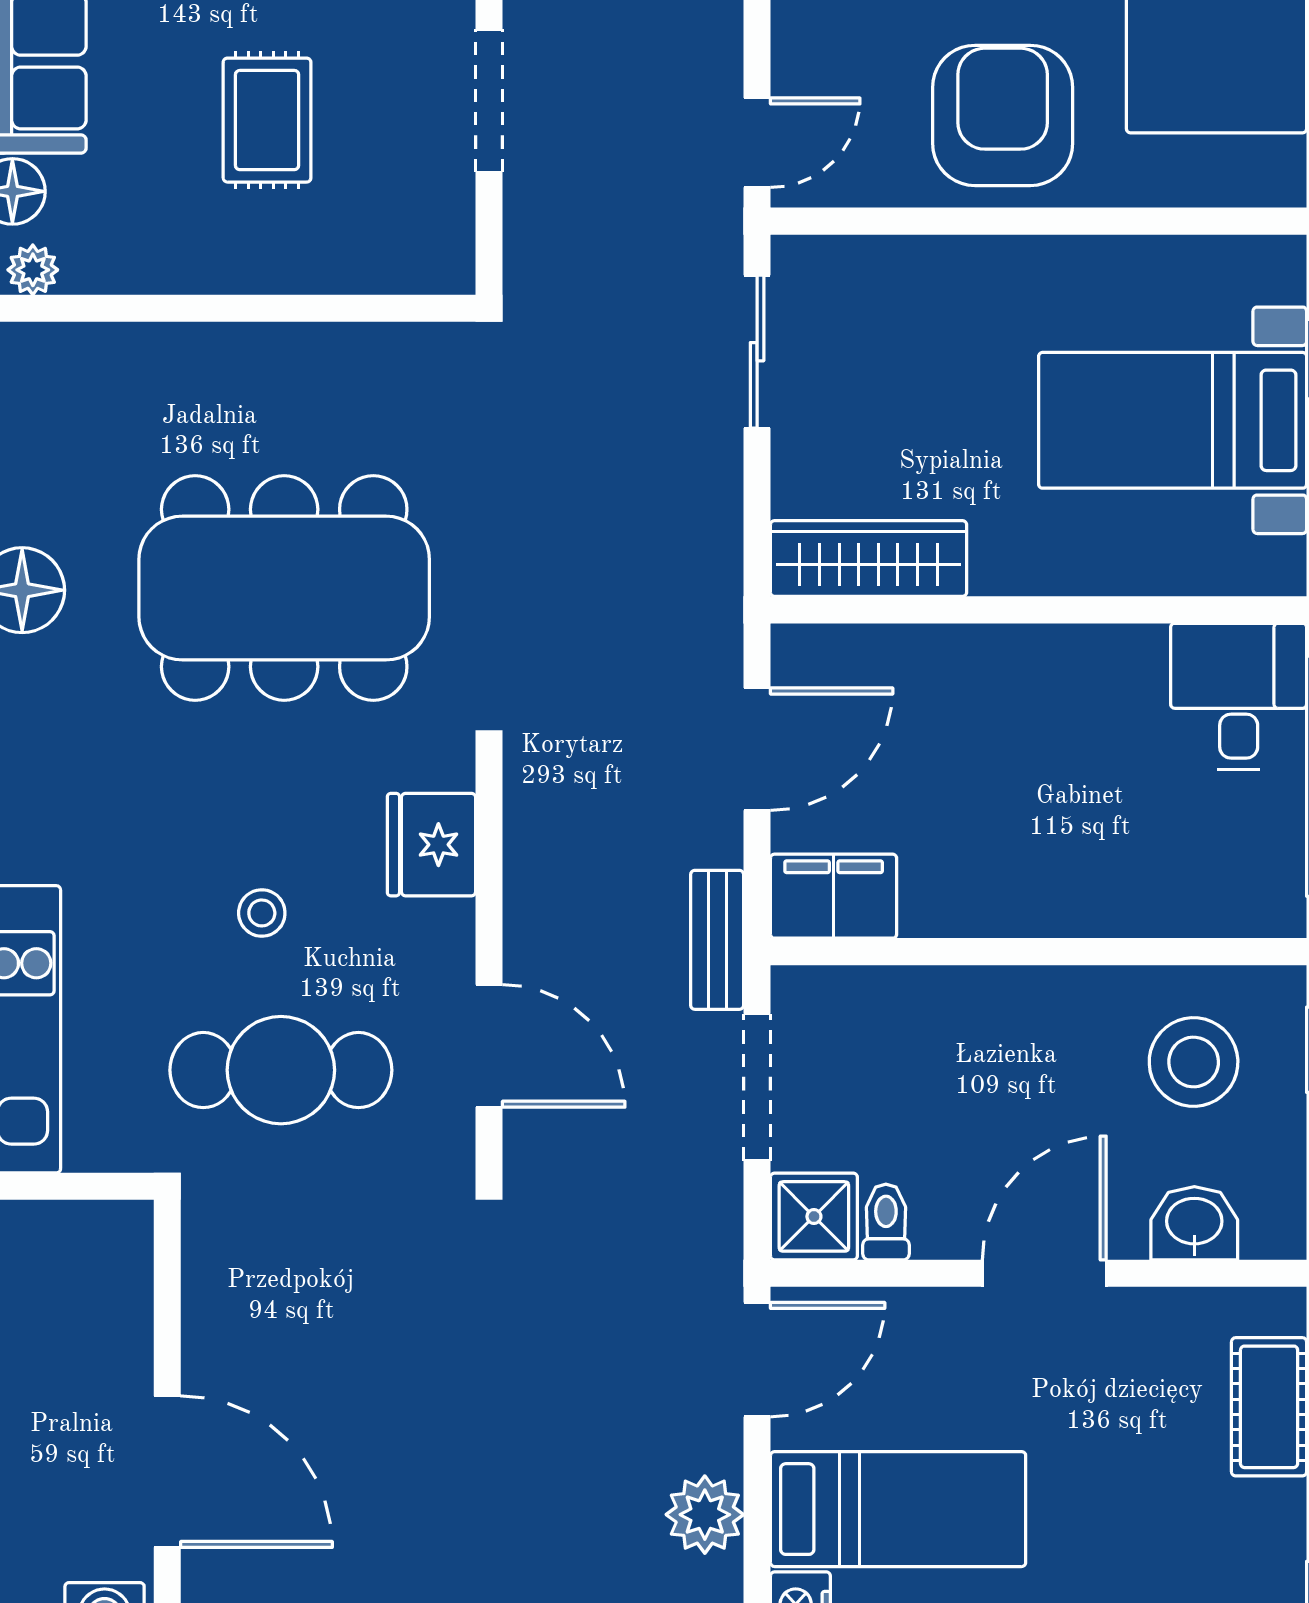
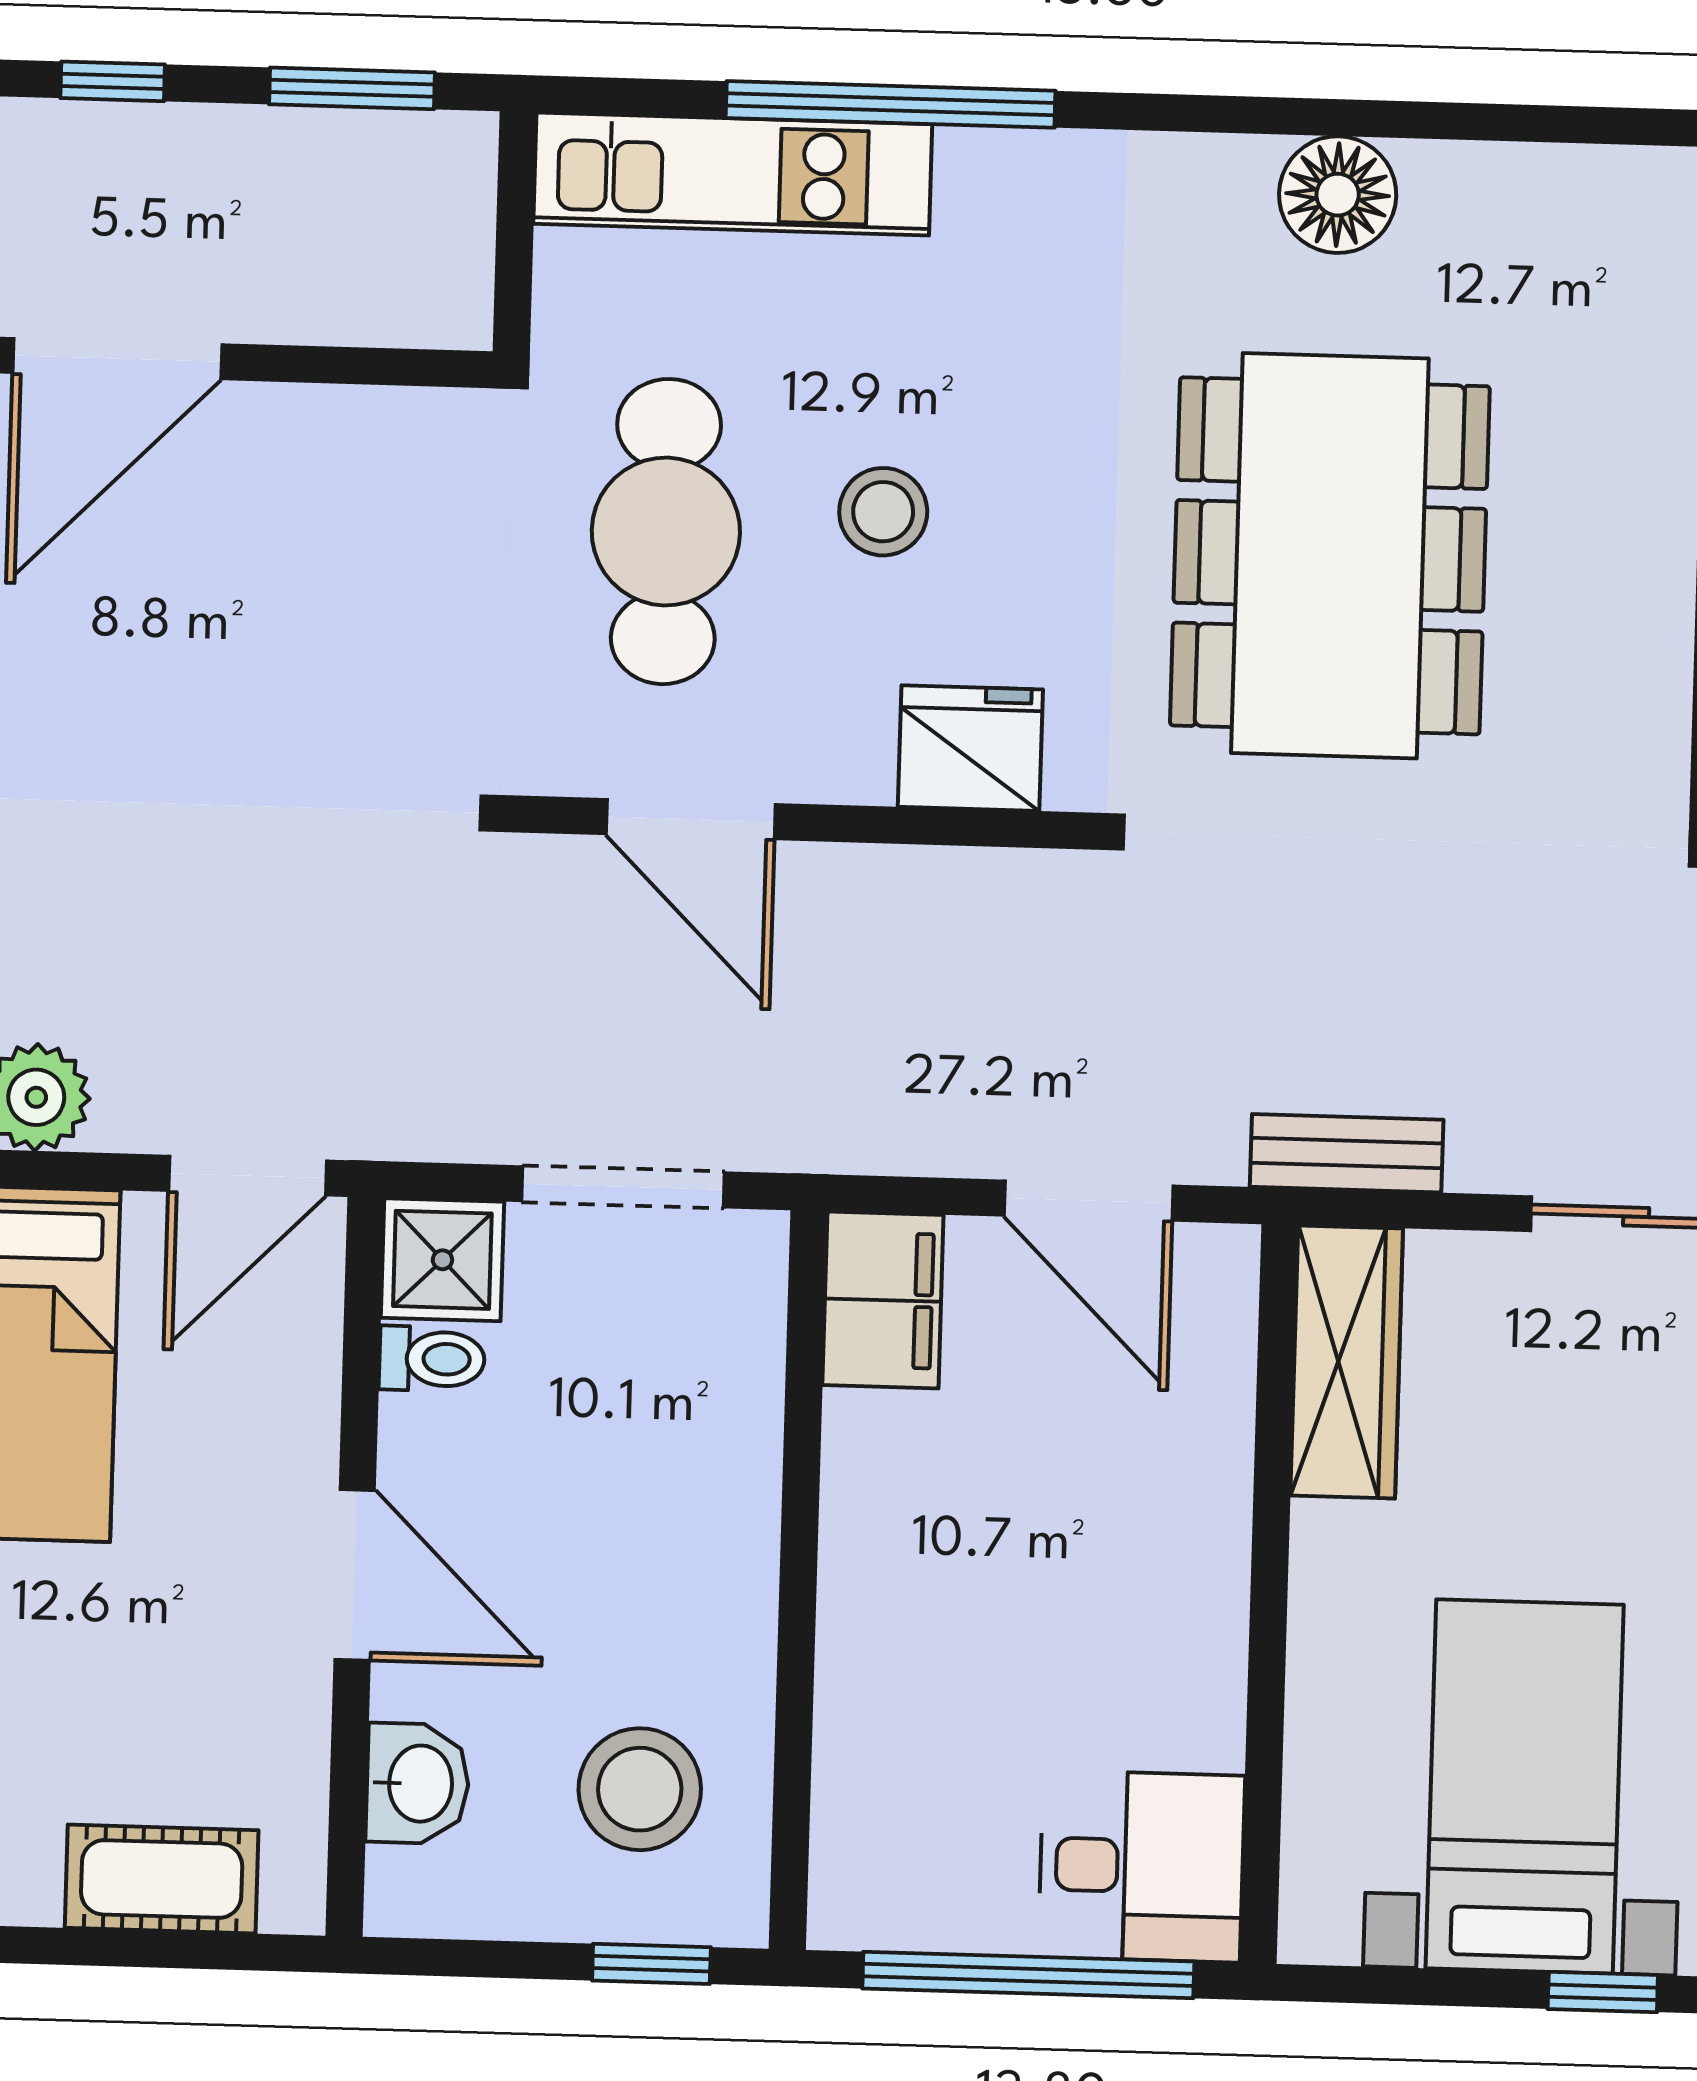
stool: (262, 913) -> (883, 512), width x1.37, depth x1.37
bench: (717, 940) -> (1347, 1153), moved
door: (489, 1046) -> (691, 819), hinge flipped
door: (757, 1360) -> (248, 1176), hinge flipped

